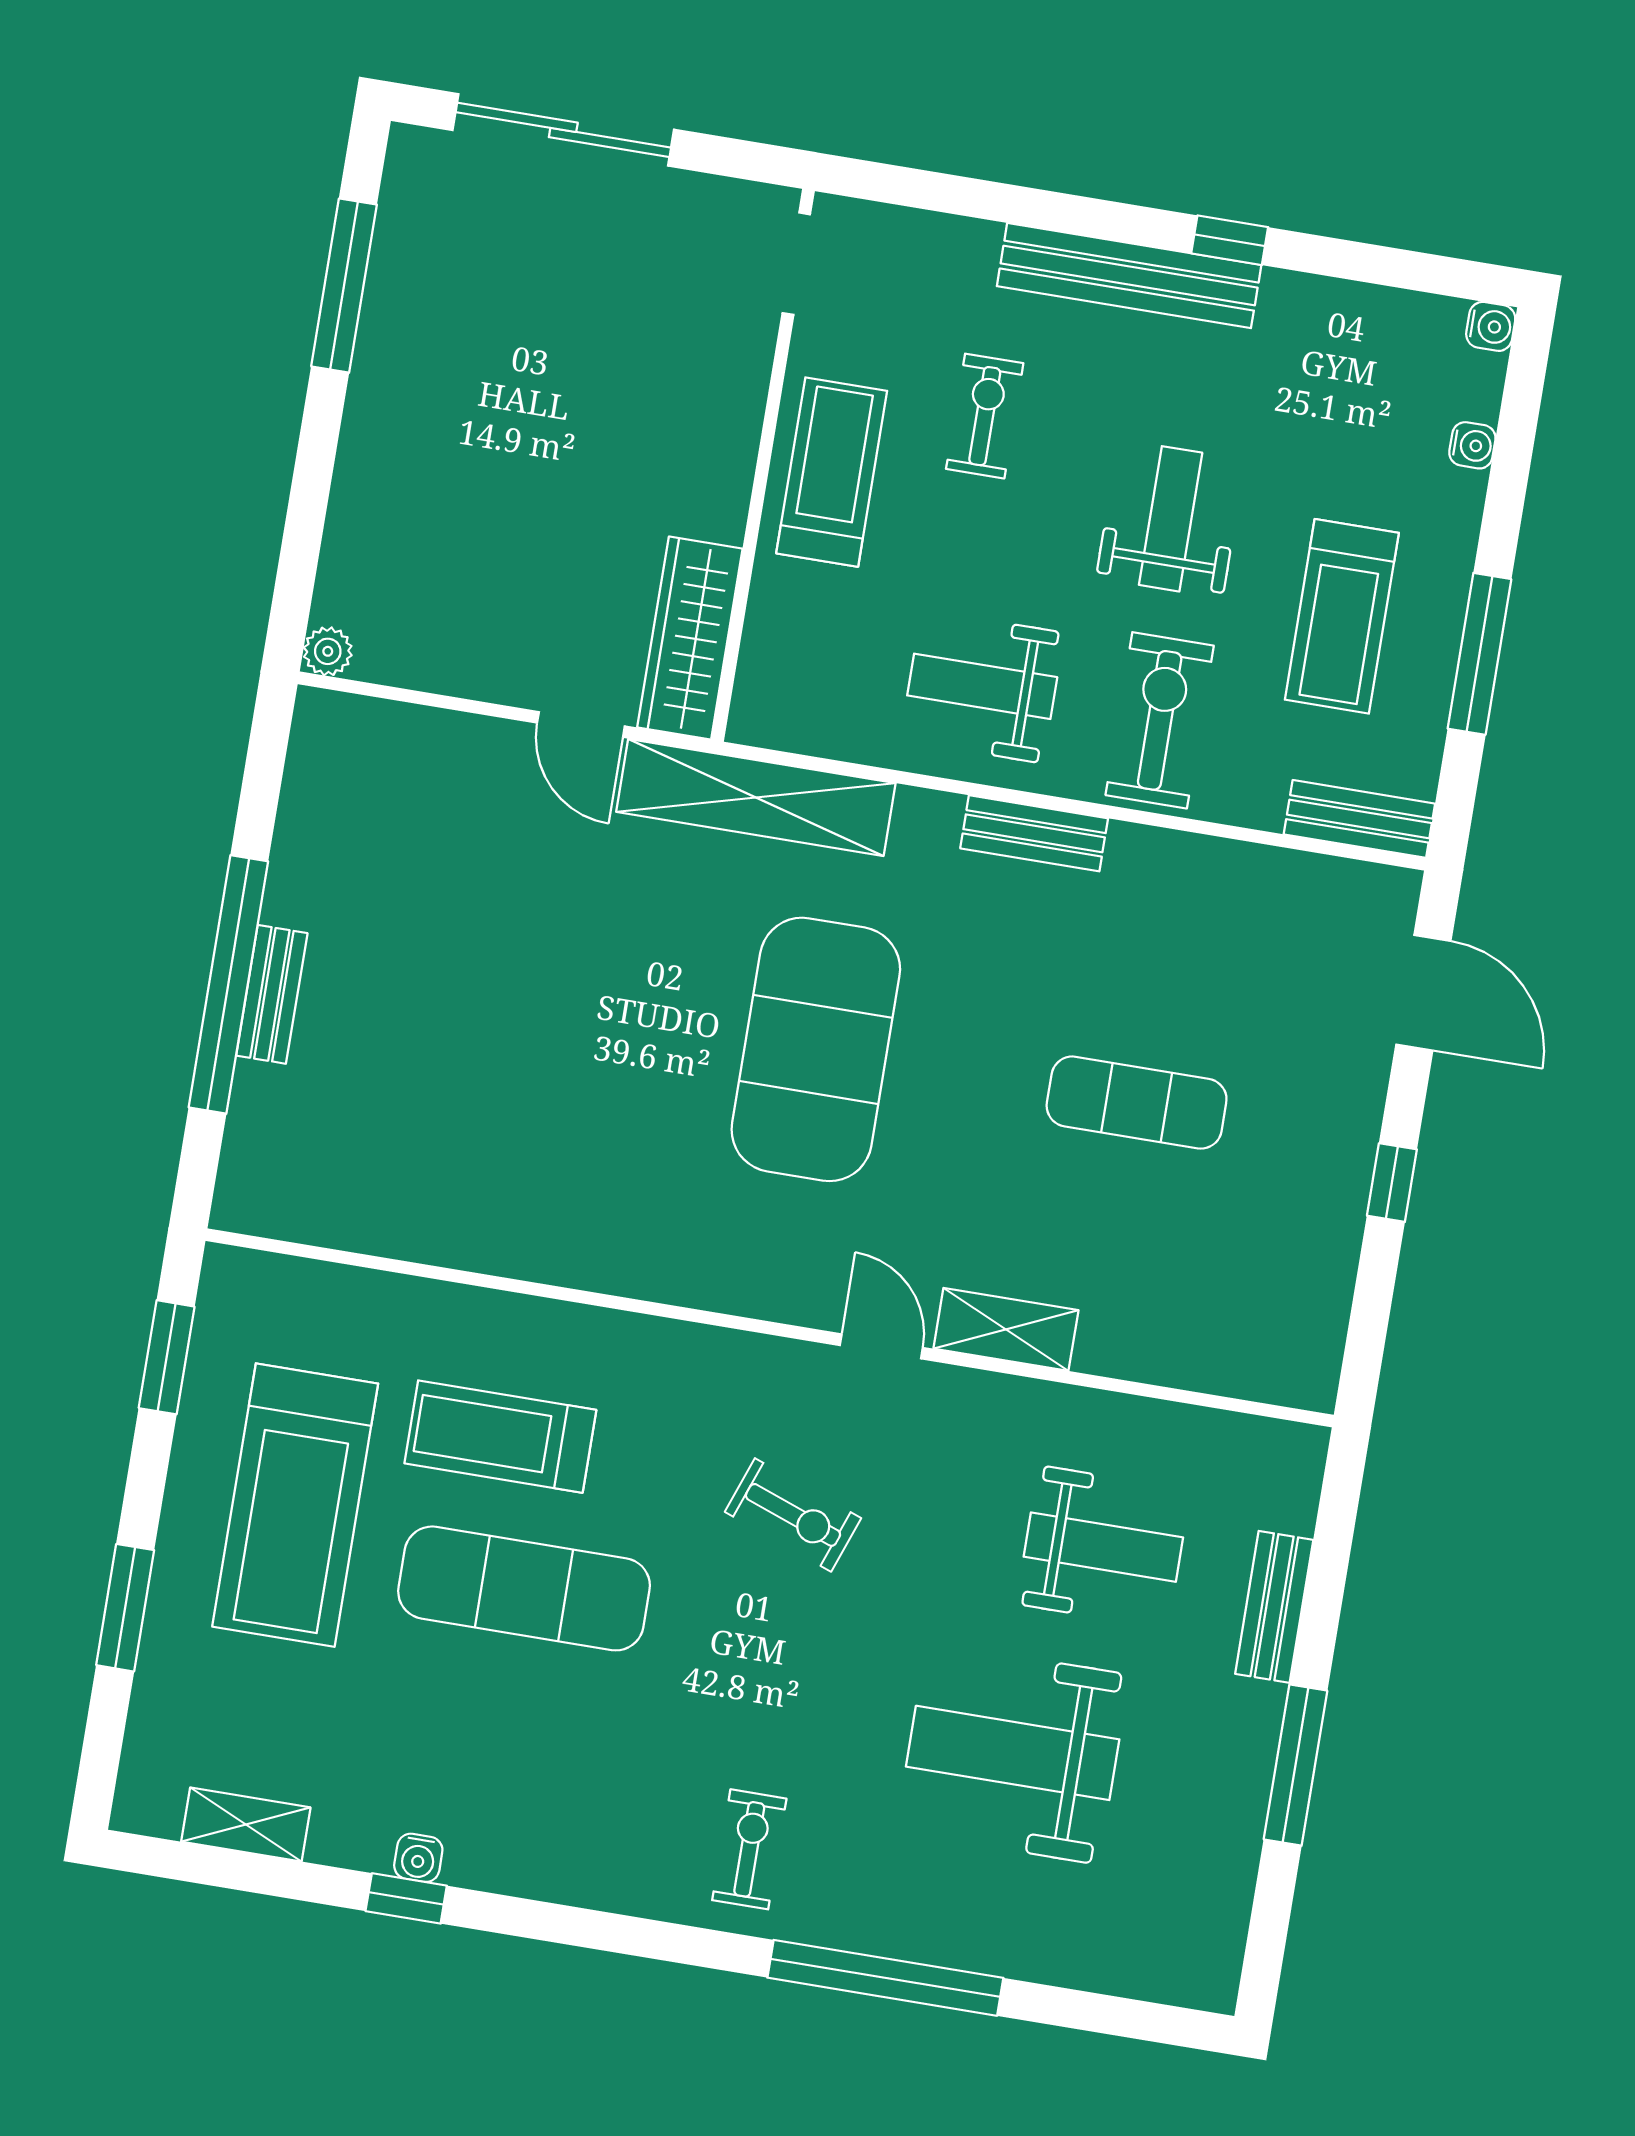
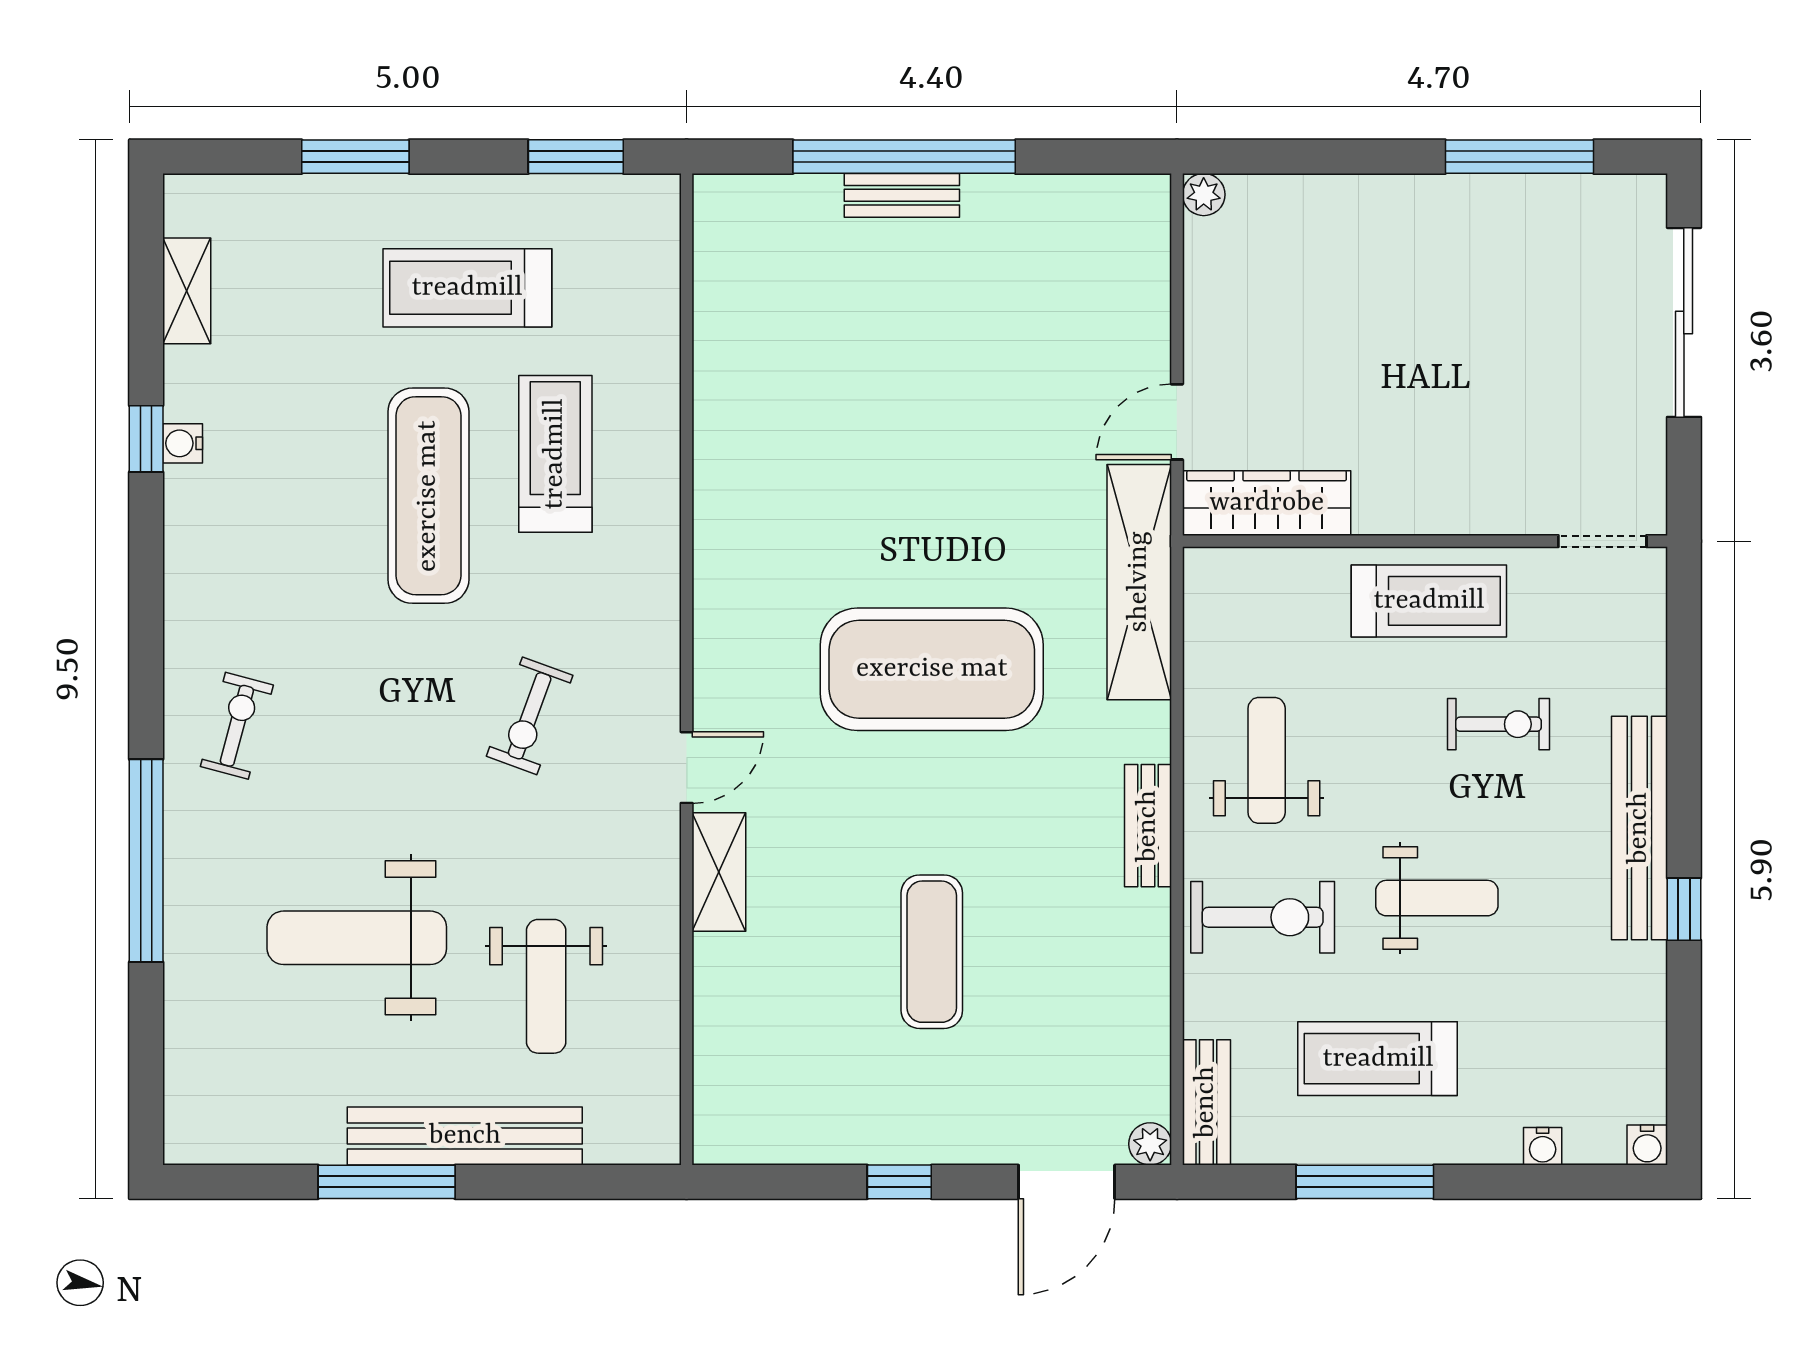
plant: (1396, 891) -> (1150, 1144), added
treadmill: (295, 1505) -> (467, 288), width x0.73, depth x0.73
bench: (1274, 1607) -> (465, 1136), width x1.86, depth x1.21
weight bench: (1013, 1753) -> (357, 938), turned -90
exercise bike: (749, 1849) -> (237, 726), turned -75

